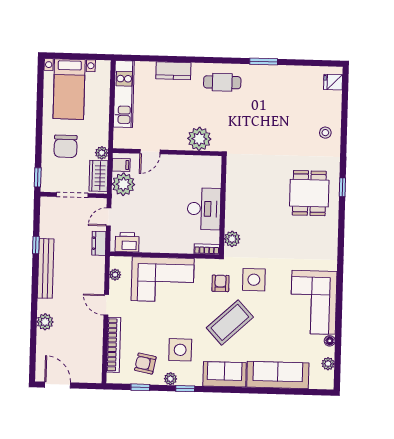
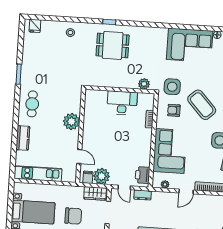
plant: (102, 153) -> (79, 191), removed
wall: (223, 205) -> (120, 90), moved
desk: (204, 209) -> (122, 103), moved
plant: (232, 239) -> (144, 84), moved

